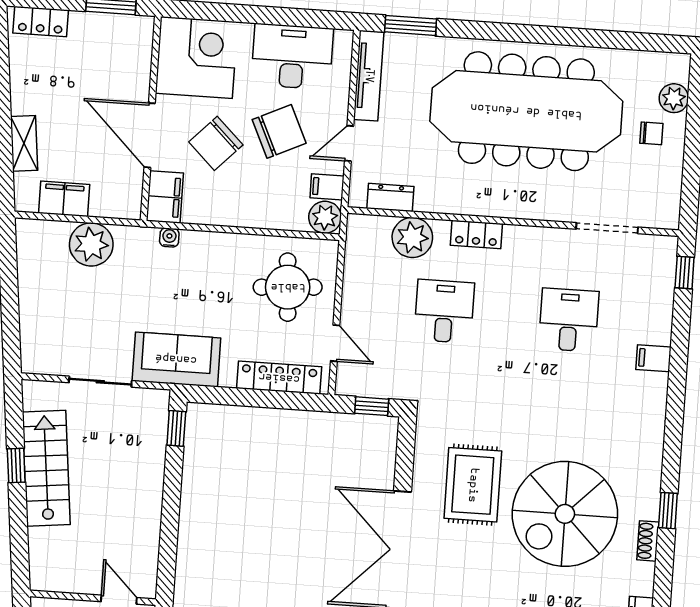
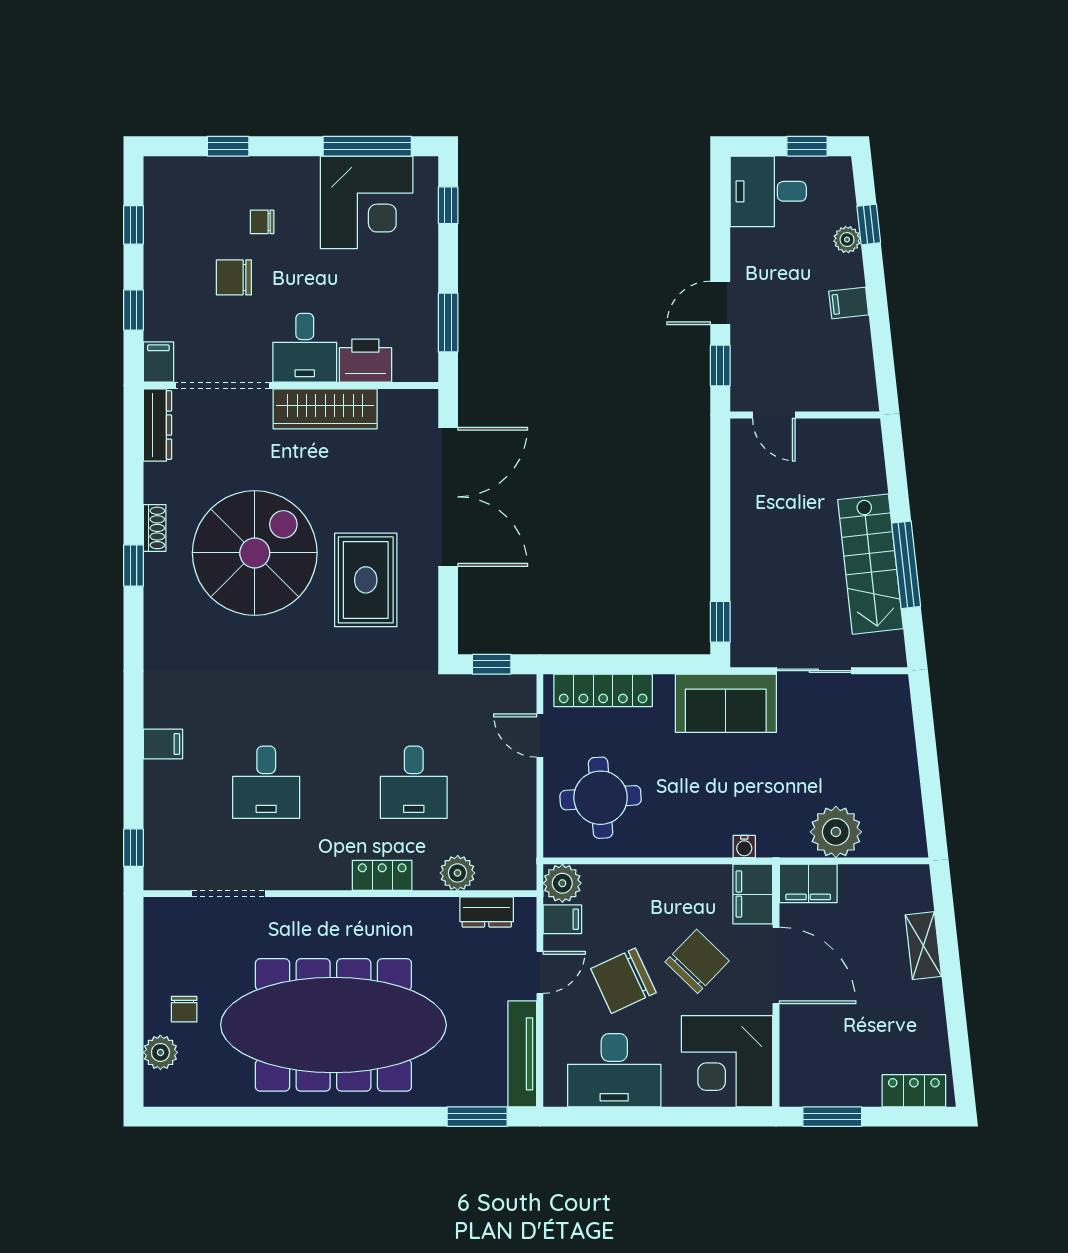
chair: (651, 133) -> (184, 1009), turned -90
filing cabinet: (64, 199) -> (808, 883), moved
plant: (412, 237) -> (458, 873), width x0.73, depth x0.73
window: (16, 466) -> (906, 565), width x2.17

